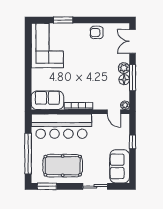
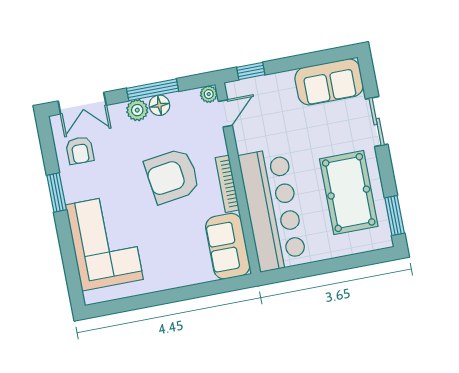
window: (63, 20) -> (57, 192), moved
armchair: (97, 32) -> (80, 150), moved
corner sofa: (47, 46) -> (104, 242), moved, turned 90
armchair: (88, 79) -> (172, 176), added
window: (133, 142) -> (251, 71), moved
window: (28, 154) -> (338, 264), removed

